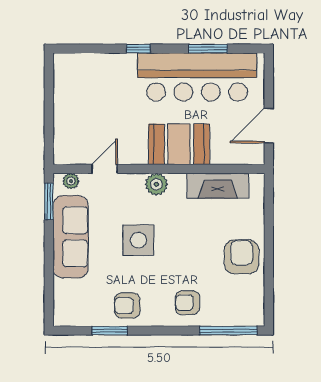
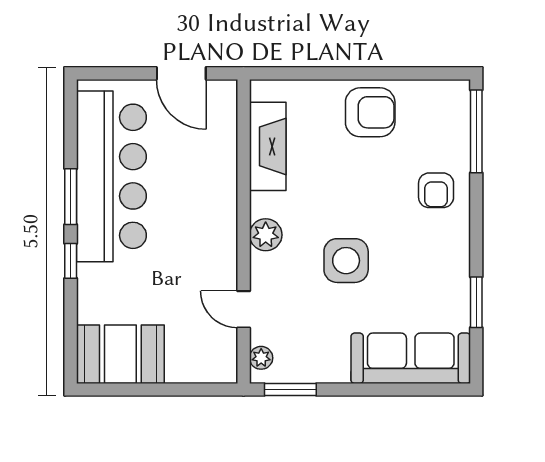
window: (208, 49) -> (71, 197), moved
booth: (179, 144) -> (120, 354), moved, turned 90
sofa: (71, 237) -> (411, 358), moved
armchair: (242, 257) -> (370, 112), turned 180
armchair: (127, 306) -> (440, 277), removed

